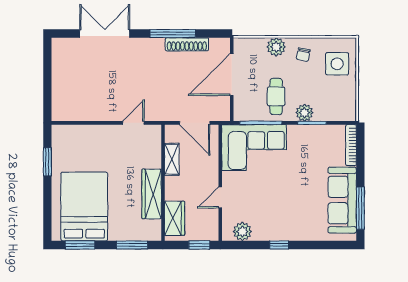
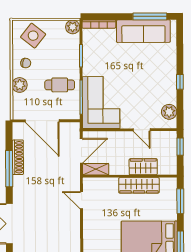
side table: (337, 64) -> (33, 36), turned 38
plant: (305, 113) -> (73, 27), moved
shelving: (172, 159) -> (96, 169), moved
wardrobe: (175, 218) -> (143, 167), moved

